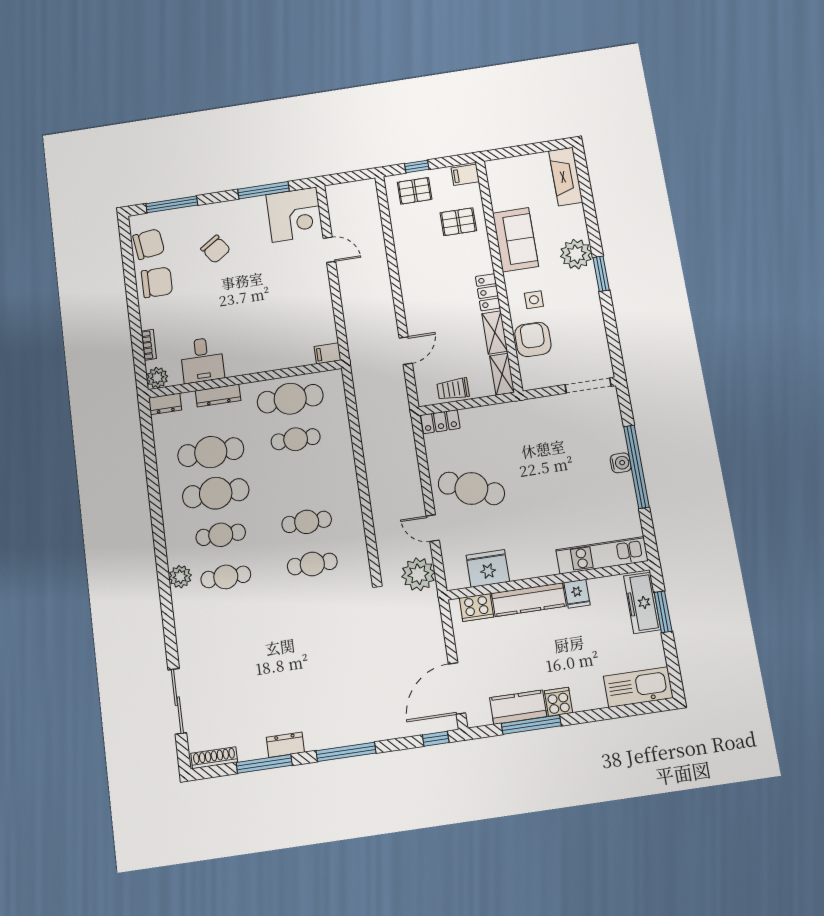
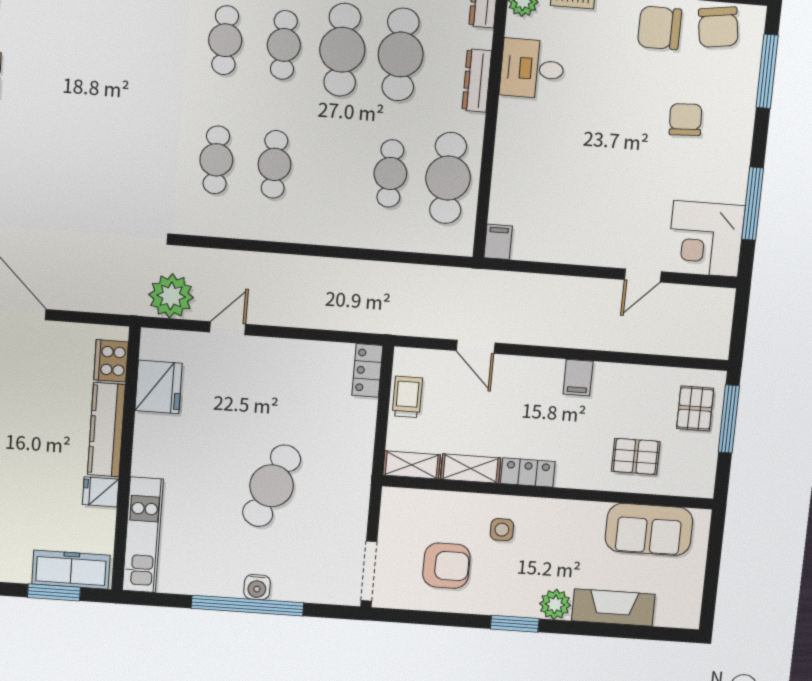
window: (417, 166) -> (729, 419), width x2.17
filing cabinet: (465, 175) -> (578, 378), moved, turned 180
fireplace: (566, 176) -> (613, 608), moved
pallet: (458, 222) -> (636, 456), turned 90
sofa: (516, 240) -> (649, 529), moved
chair: (216, 249) -> (685, 120), turned 121
plant: (576, 254) -> (555, 604), width x0.73, depth x0.73
chair: (157, 282) -> (659, 28), turned 90
armchair: (533, 339) -> (446, 566), moved
cafe table: (471, 488) -> (272, 486), moved

